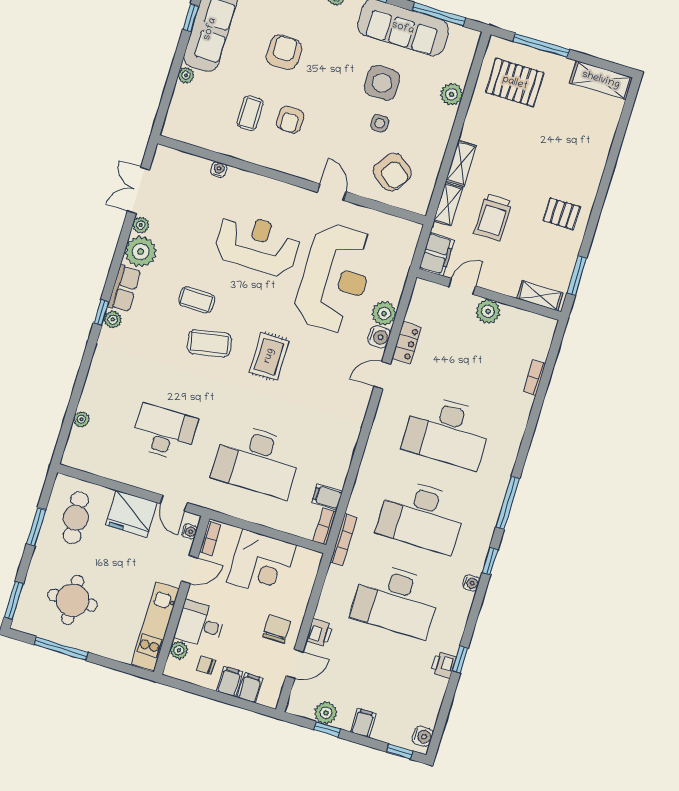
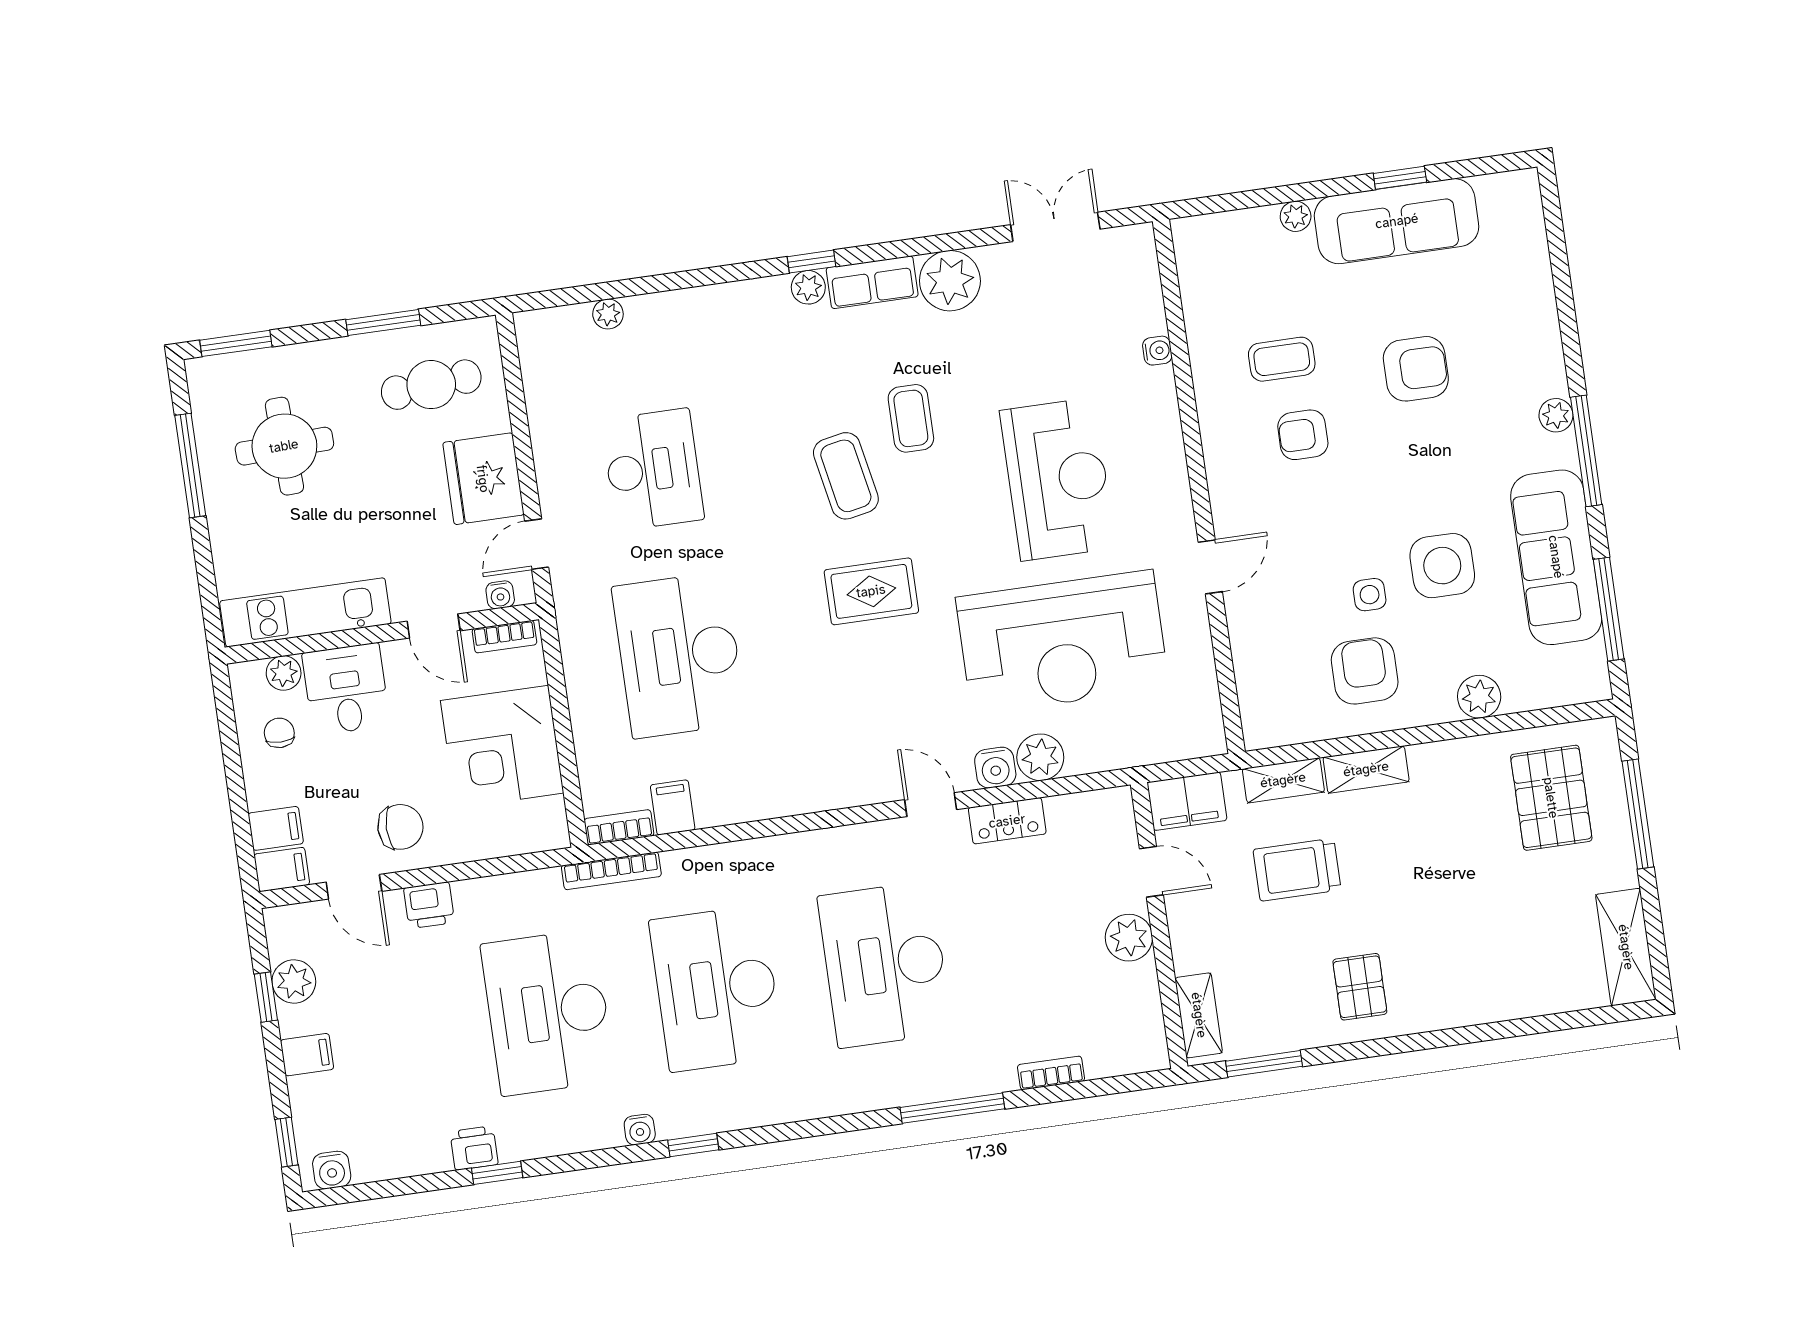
armchair: (392, 172) -> (1365, 671), moved, turned 144
plant: (141, 225) -> (997, 259), removed
window: (508, 503) -> (952, 1108), moved
filing cabinet: (230, 682) -> (282, 869), moved

